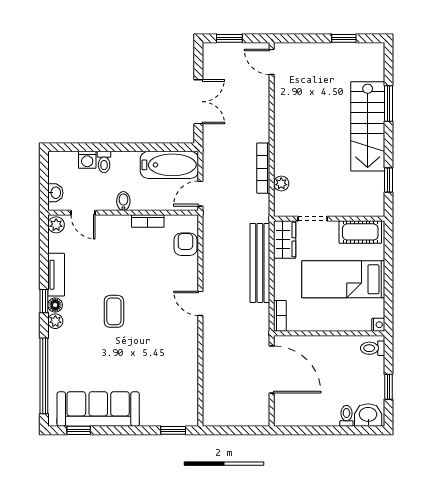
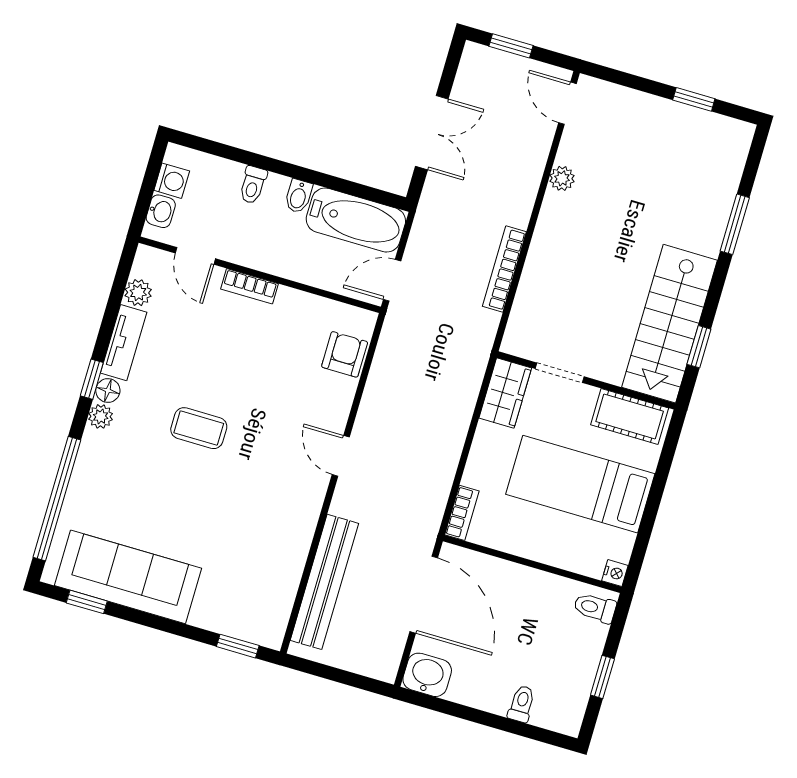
stairs: (368, 126) -> (669, 324), moved
washing machine: (87, 160) -> (172, 181), moved, turned -90
plant: (281, 184) -> (562, 178), moved
bidet: (123, 201) -> (298, 196), moved, turned 180
bookcase: (148, 221) -> (249, 286), moved
plant: (56, 225) -> (138, 293), moved
bench: (260, 263) -> (324, 582), moved
coffee table: (114, 311) -> (199, 428), turned 90
washbasin: (368, 415) -> (427, 675), moved

